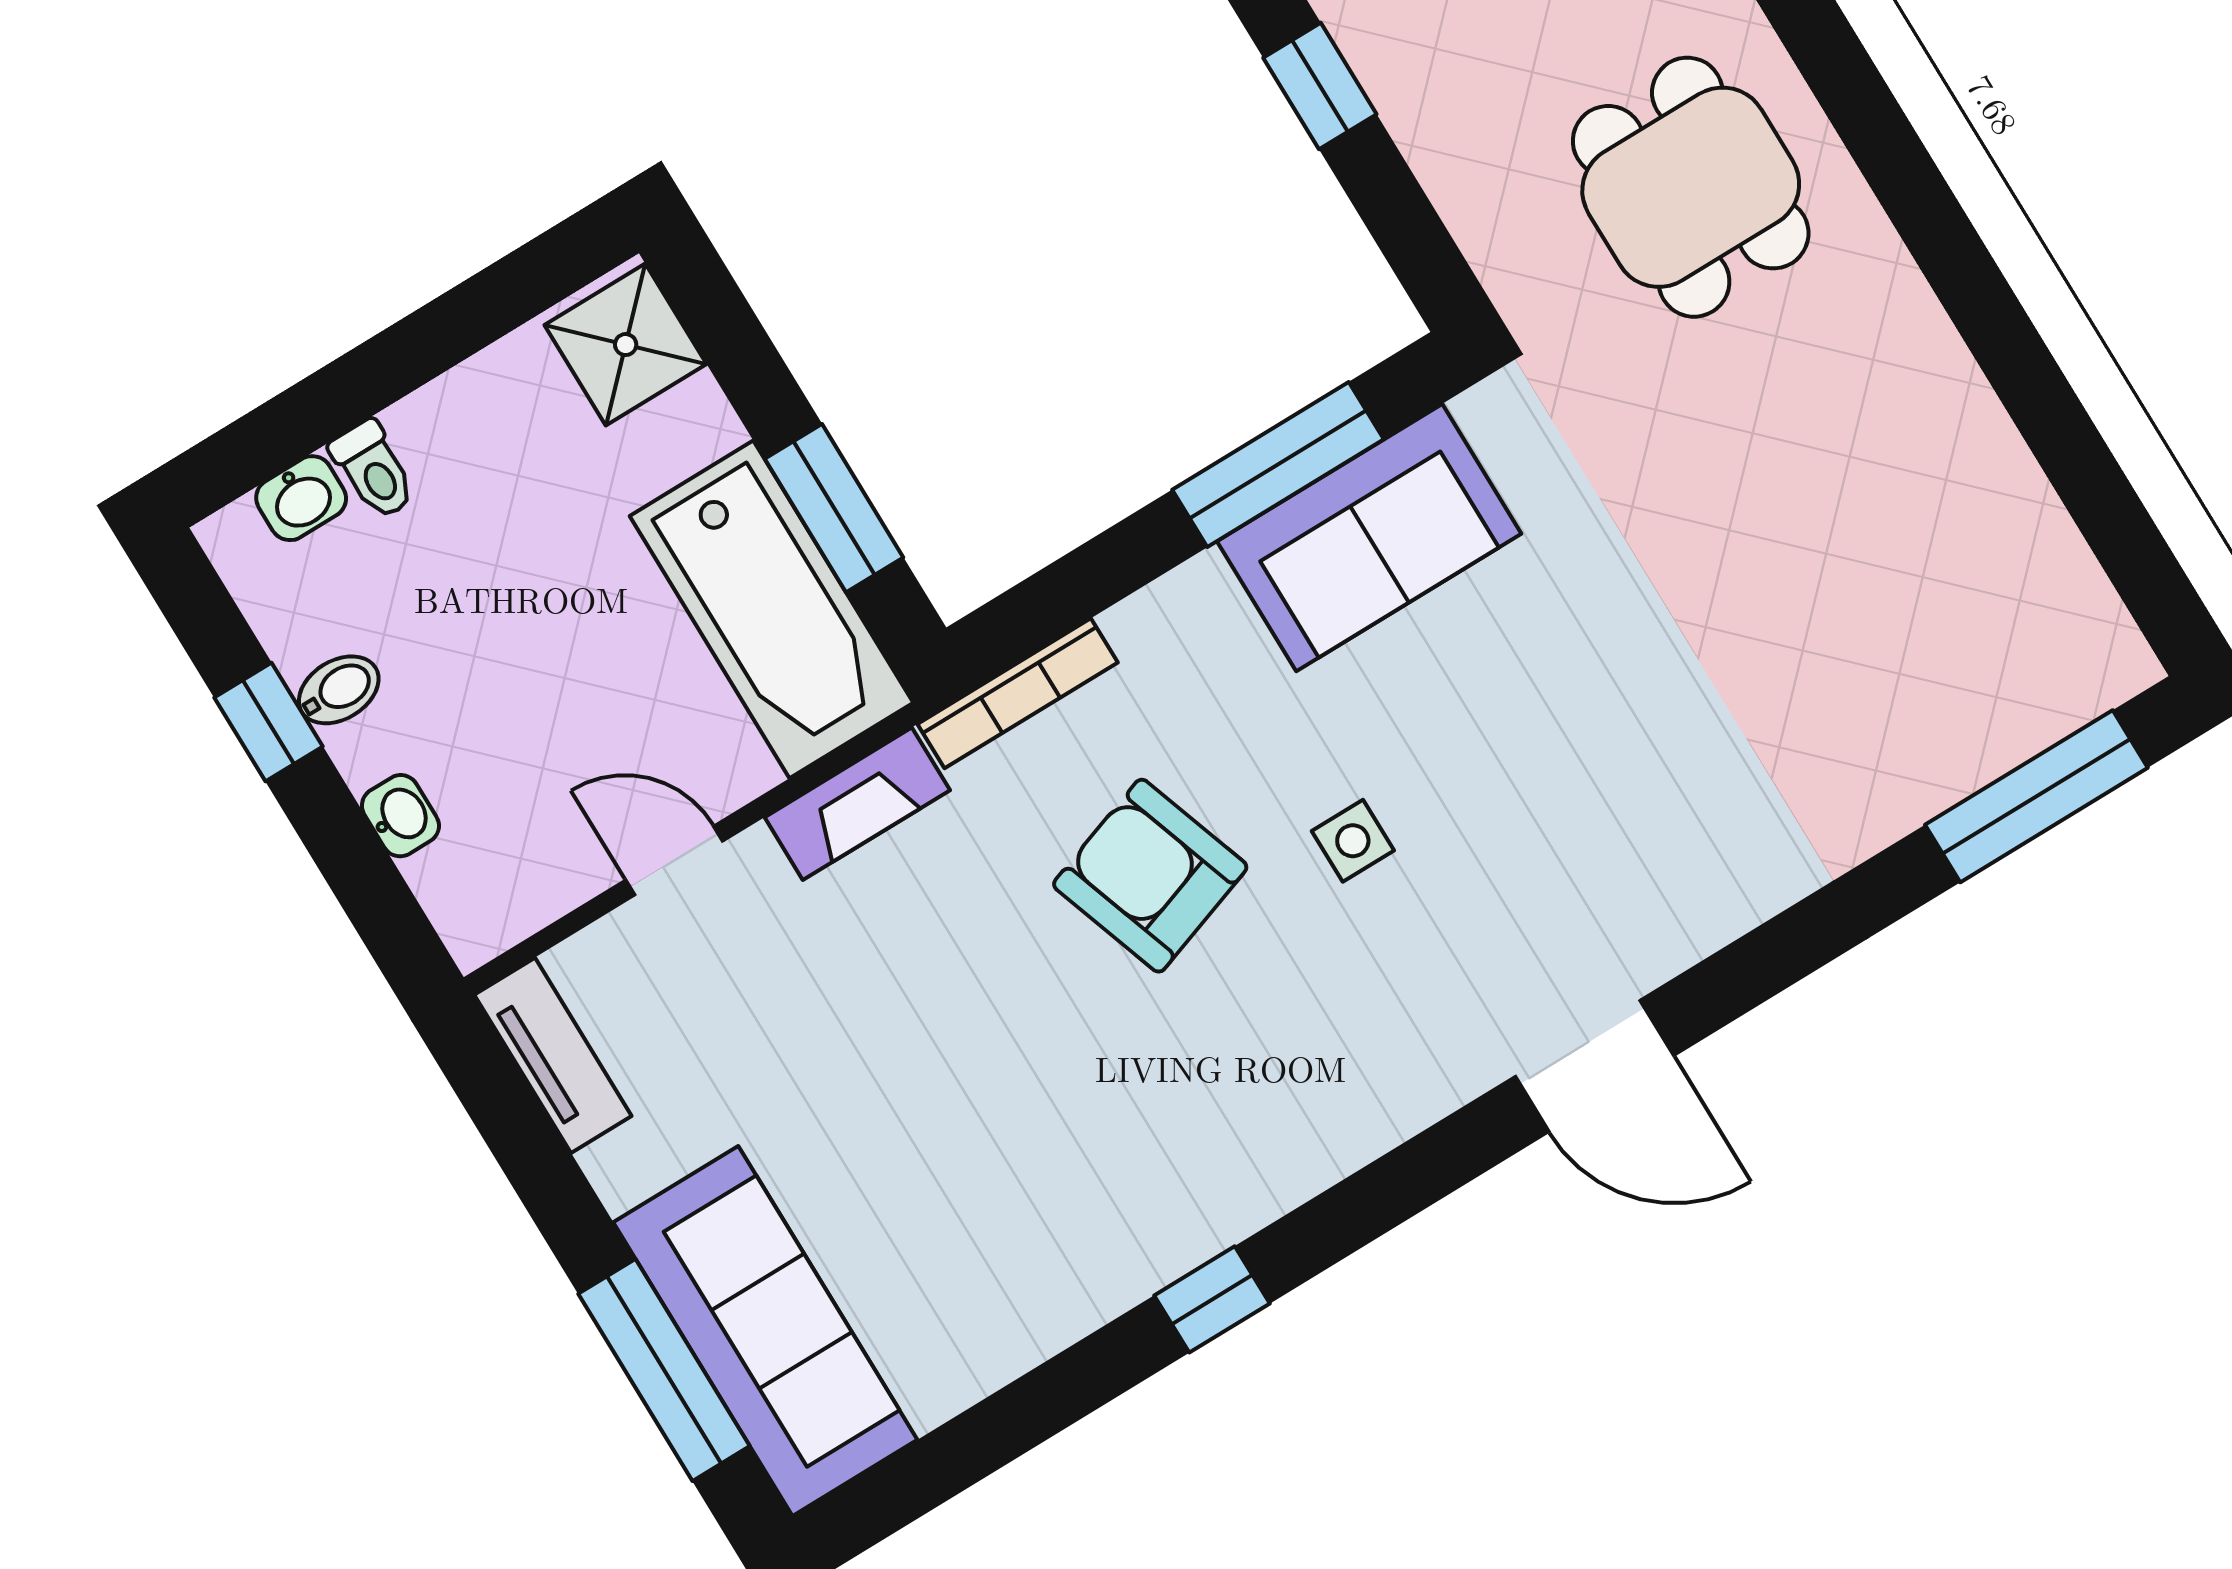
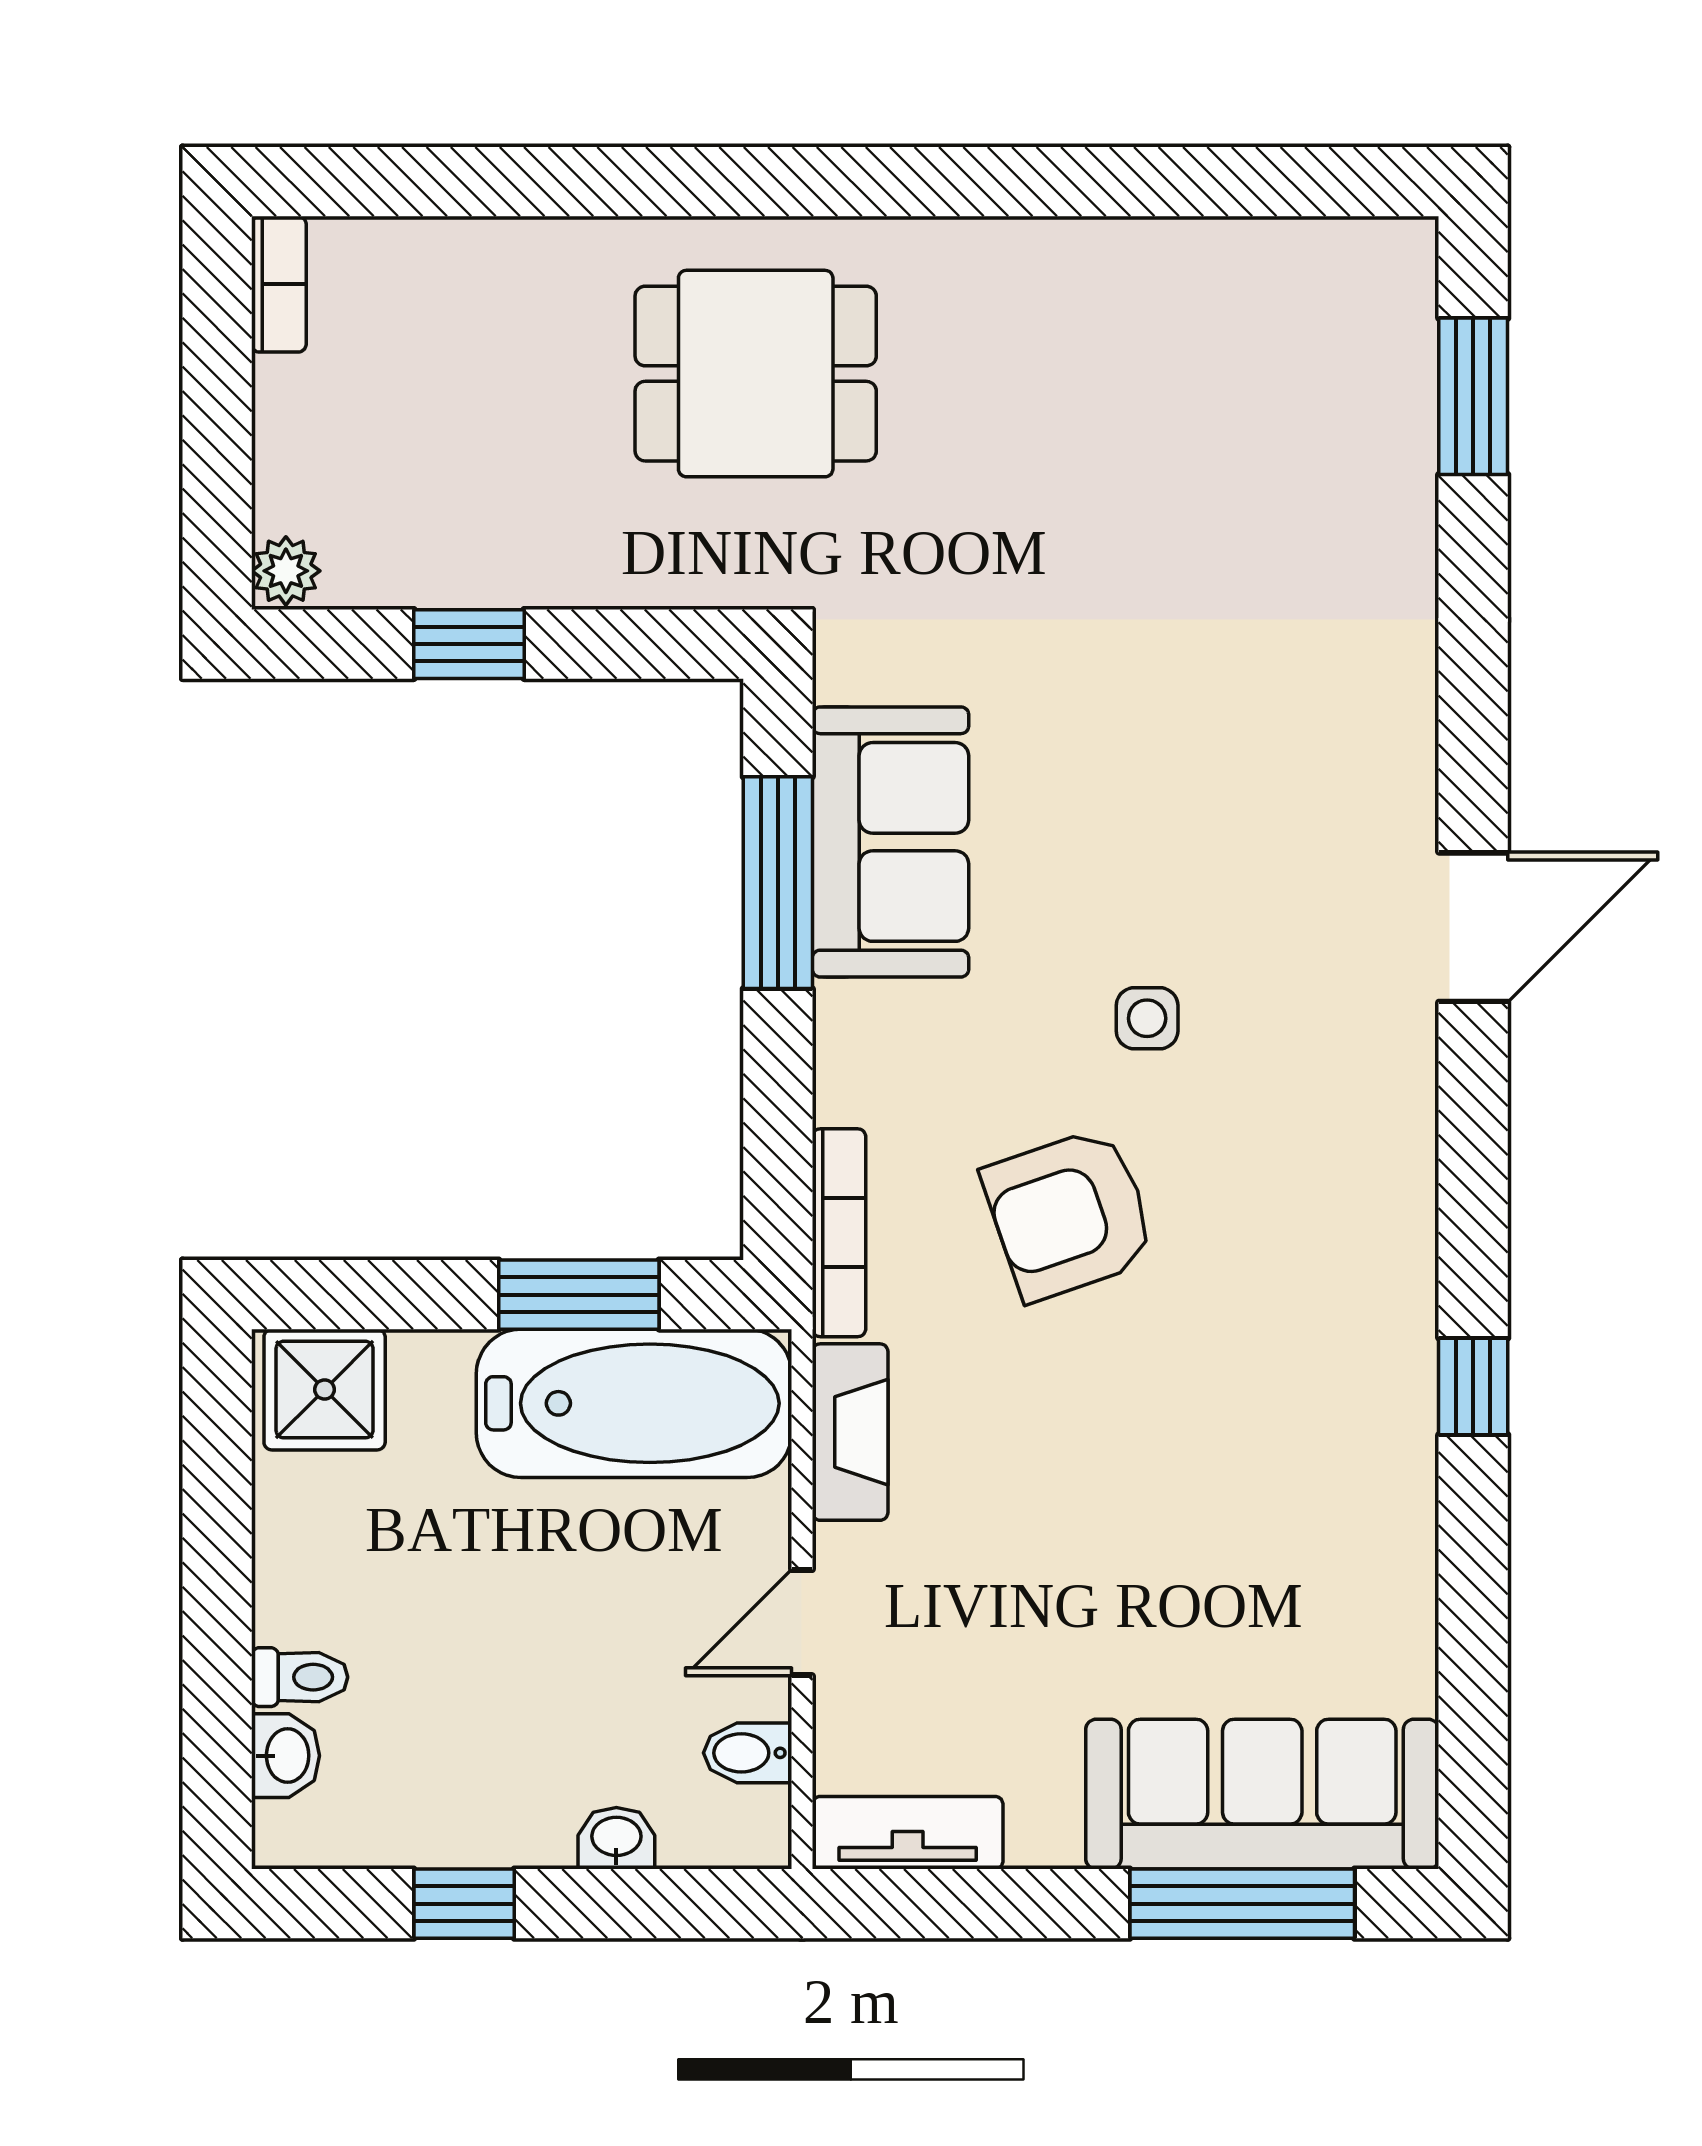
bidet: (339, 690) -> (747, 1753), moved, turned -90
window: (2036, 796) -> (1473, 396), width x0.69

